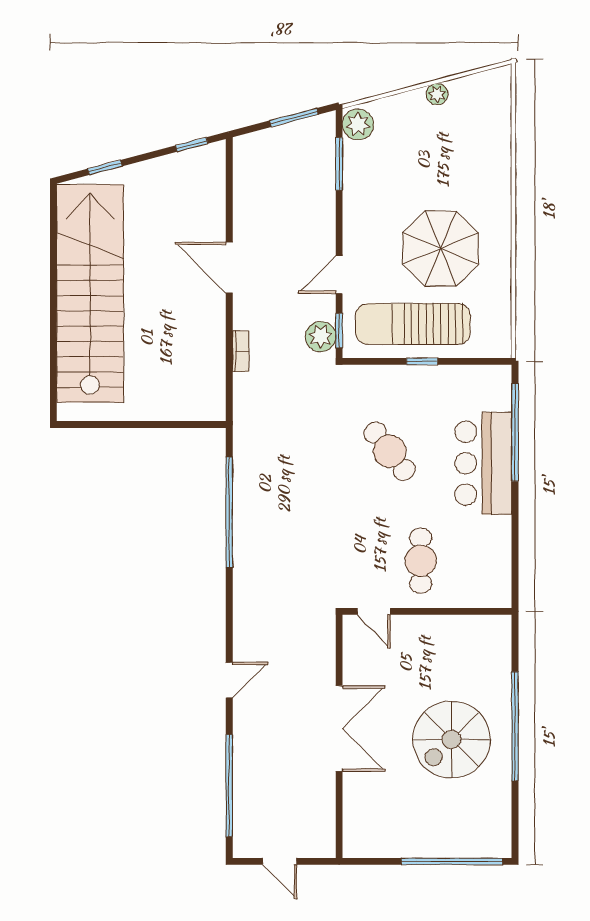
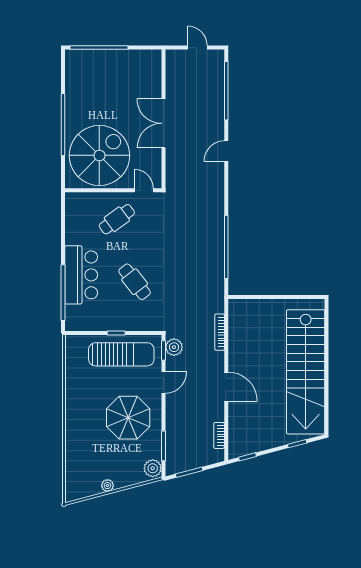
bookcase: (242, 182) -> (219, 435), added
parasol: (441, 249) -> (128, 418), moved
bookcase: (241, 351) -> (220, 332), width x1.56
cafe table: (421, 561) -> (117, 219), turned 54
spiral stairs: (451, 739) -> (99, 155), moved, width x1.37, depth x1.37

